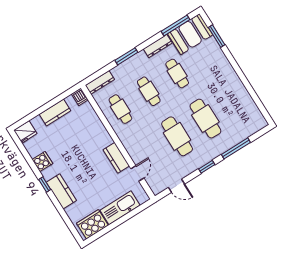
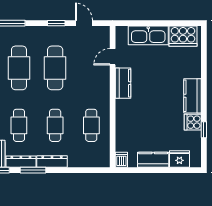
window: (126, 56) -> (33, 170), moved
dresser: (100, 82) -> (52, 162), moved
fridge: (25, 132) -> (179, 159), moved
window: (207, 167) -> (56, 23), moved
window: (45, 184) -> (204, 130), moved
kitchen counter: (61, 191) -> (193, 96), moved

